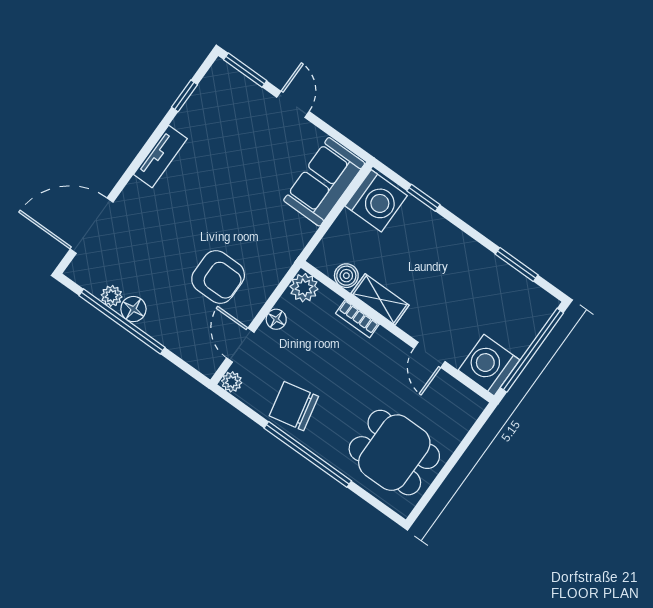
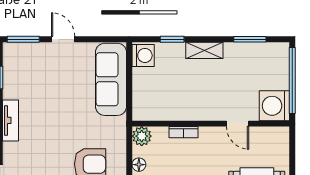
sofa: (324, 182) -> (111, 79), width x1.36
washing machine: (376, 201) -> (143, 55), width x0.73, depth x0.73
boiler: (346, 276) -> (160, 113), removed
shelving: (380, 299) -> (204, 50), moved

